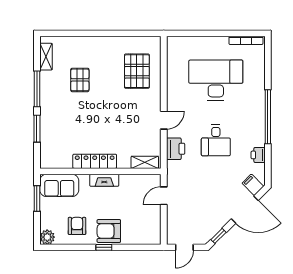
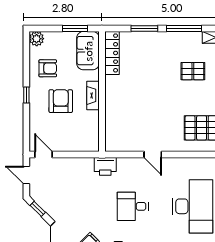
printer: (176, 149) -> (105, 166), moved
locker: (95, 161) -> (112, 53), moved
shelving: (145, 162) -> (111, 136), removed
door: (164, 196) -> (44, 154), moved
armchair: (109, 231) -> (61, 101), moved

